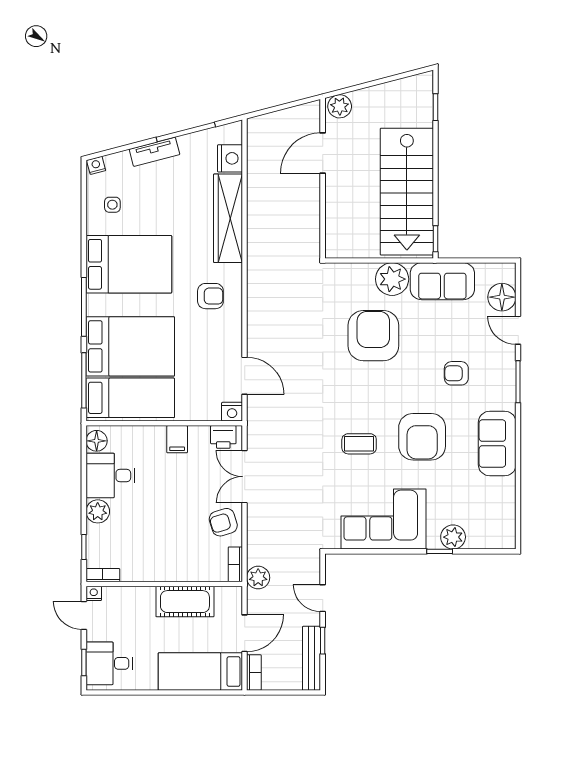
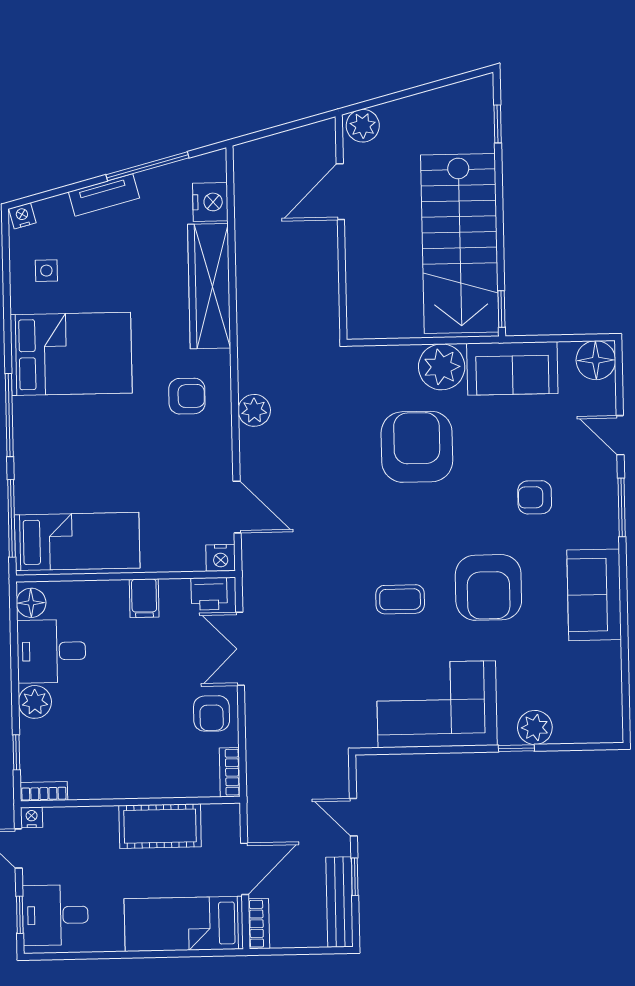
floor lamp: (502, 297) -> (596, 360), moved
bed: (130, 346) -> (76, 469), removed
armchair: (223, 522) -> (212, 713), turned -73
plant: (258, 578) -> (254, 410), moved

